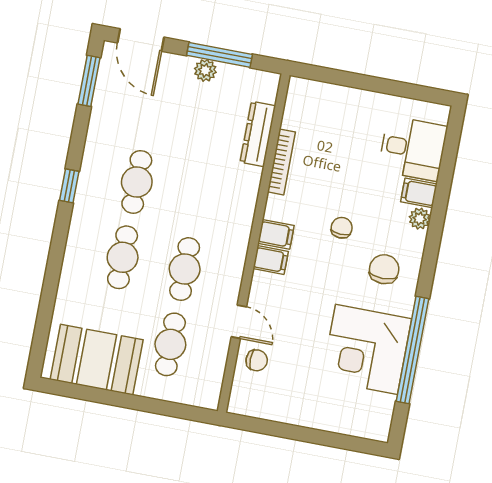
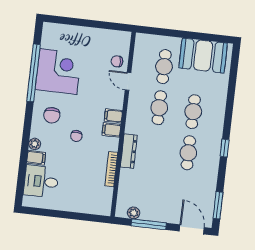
plant: (205, 70) -> (134, 213), moved
dresser: (258, 134) -> (129, 151), moved

